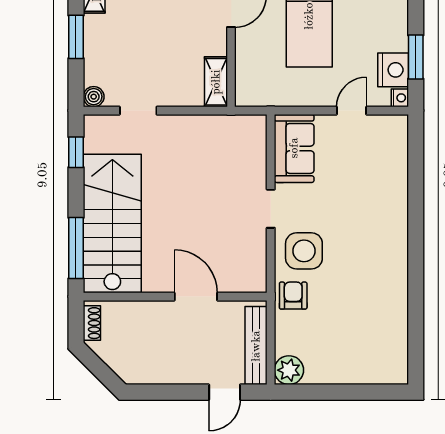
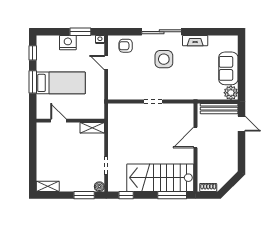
window: (76, 37) -> (84, 195), moved
nightstand: (393, 70) -> (68, 43), moved
sofa: (294, 148) -> (228, 68), moved, turned -90
sliding door: (416, 226) -> (162, 32), added
side table: (304, 251) -> (164, 59), moved
armchair: (293, 296) -> (126, 46), moved
fireplace: (397, 296) -> (195, 41), added

